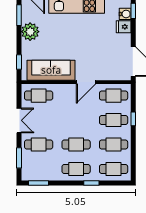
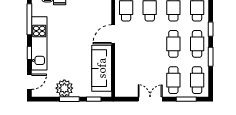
window: (19, 15) -> (69, 99), moved
door: (86, 82) -> (113, 34), swing flipped
cafe table: (39, 96) -> (197, 80), moved
window: (39, 183) -> (211, 57), moved

